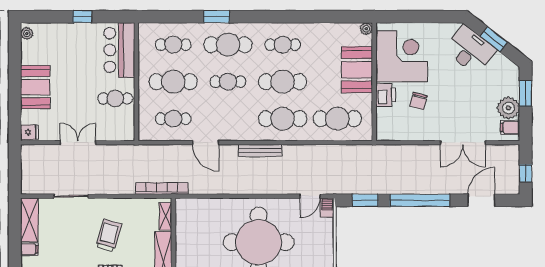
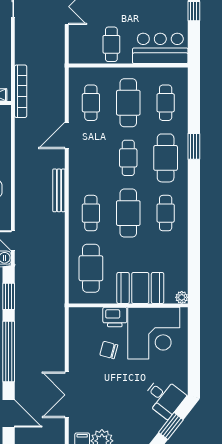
desk: (470, 50) -> (164, 397), width x0.73
cafe table: (283, 119) -> (91, 213), width x0.73, depth x0.74

